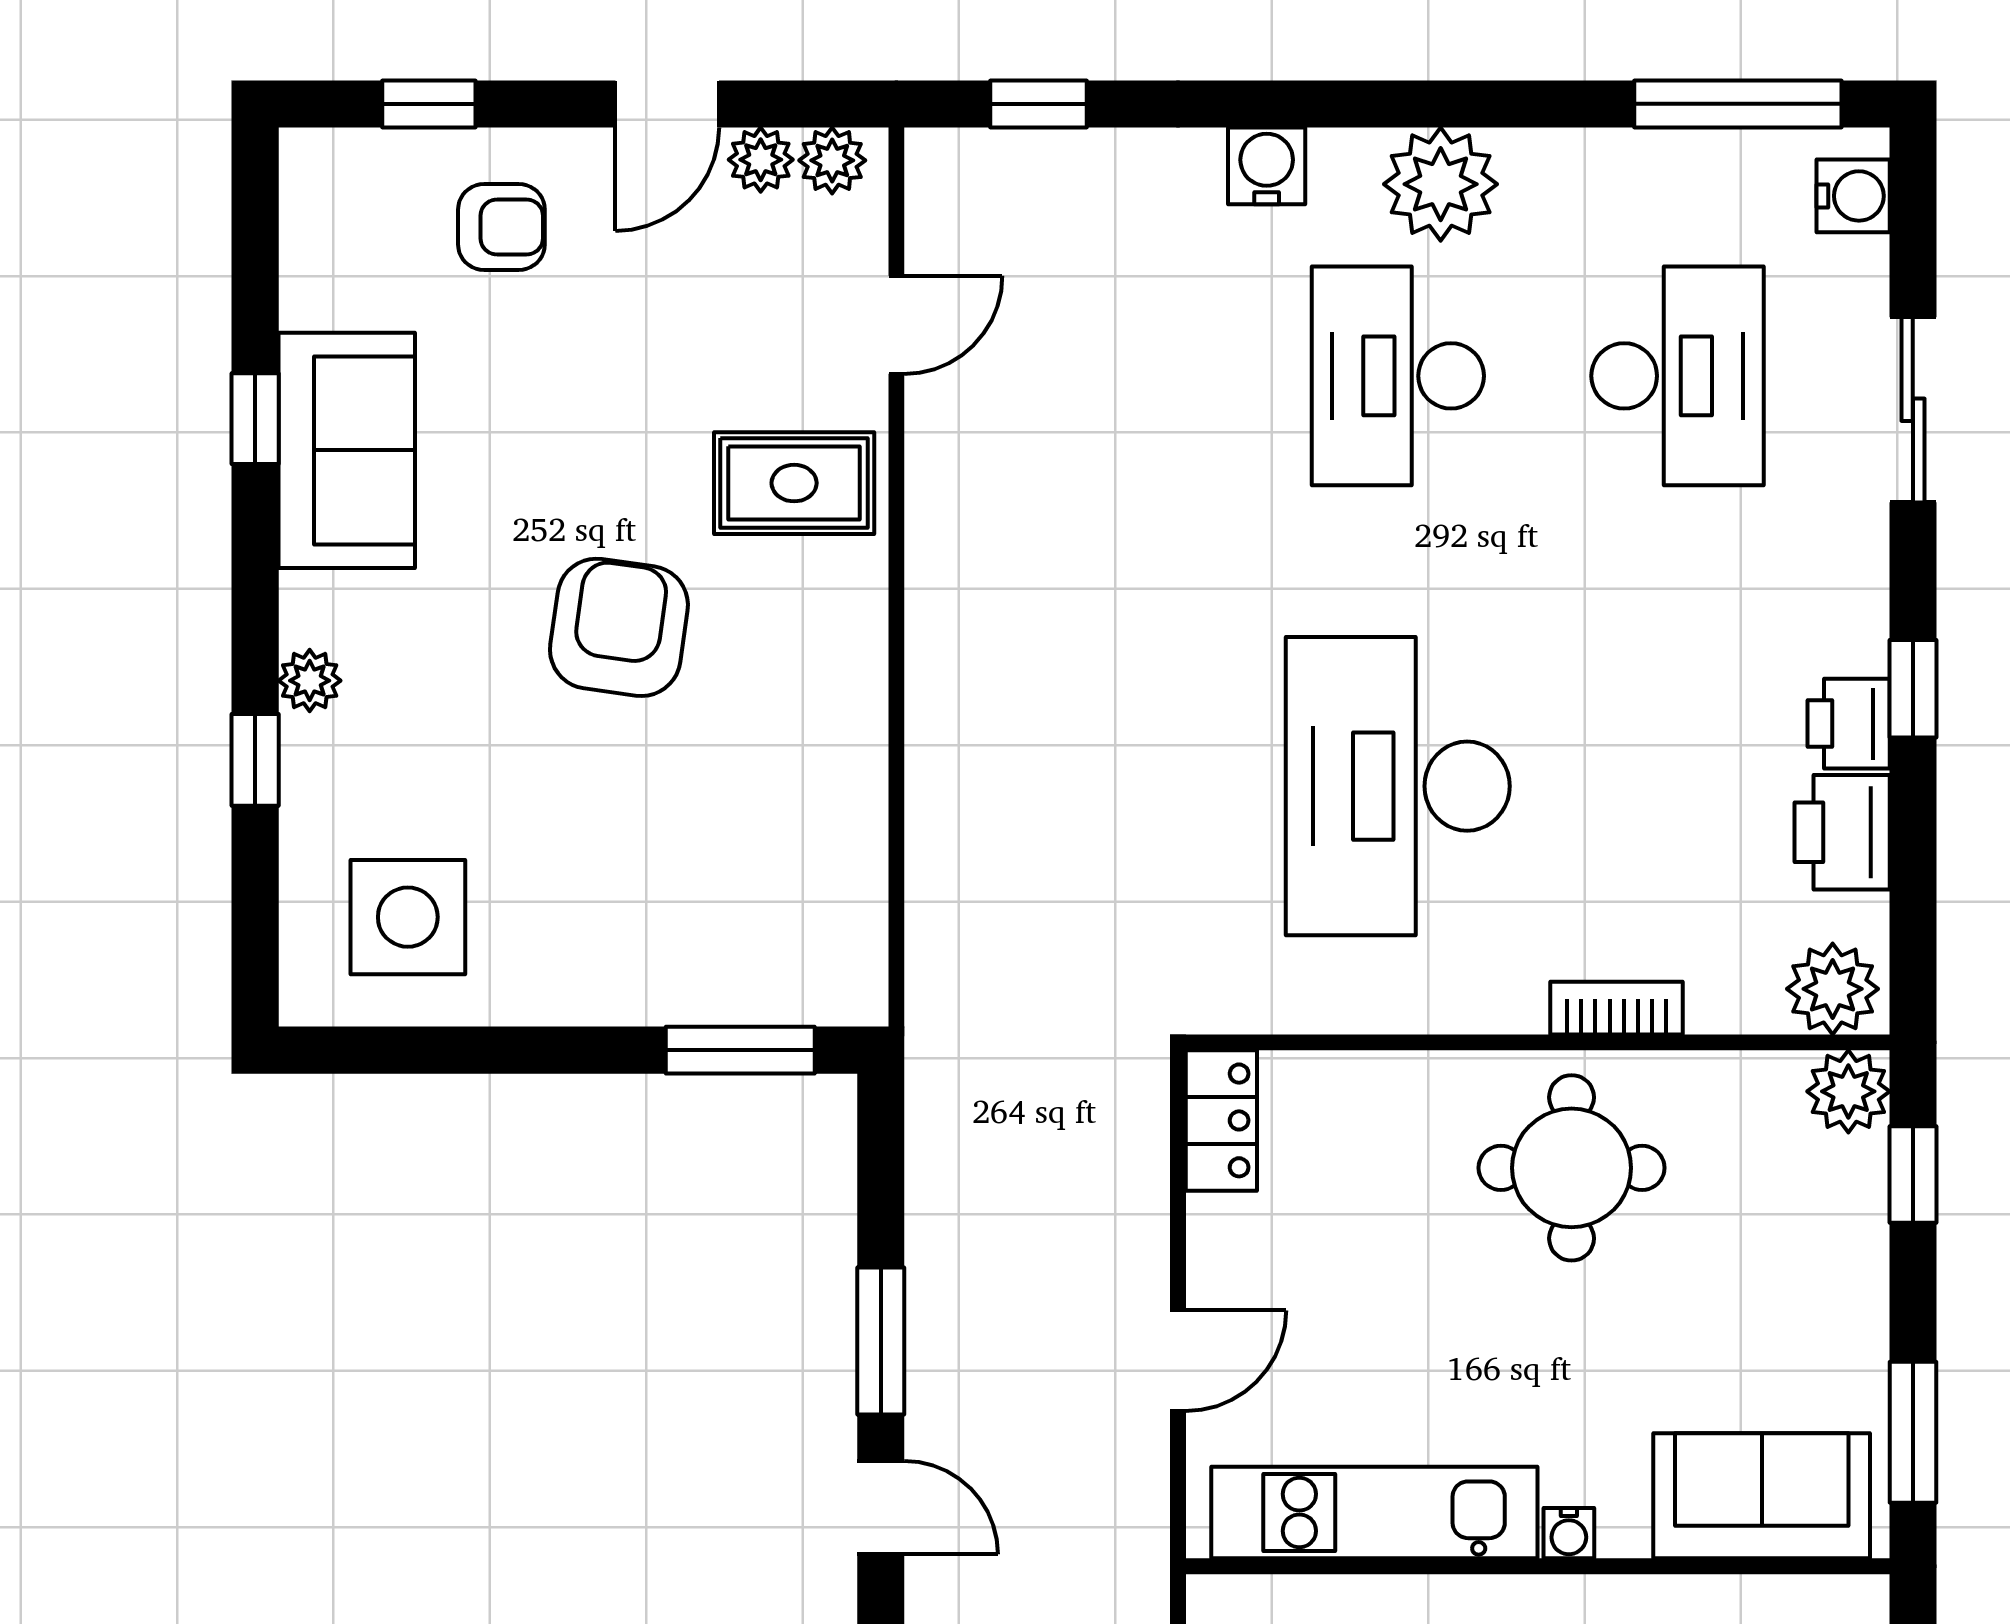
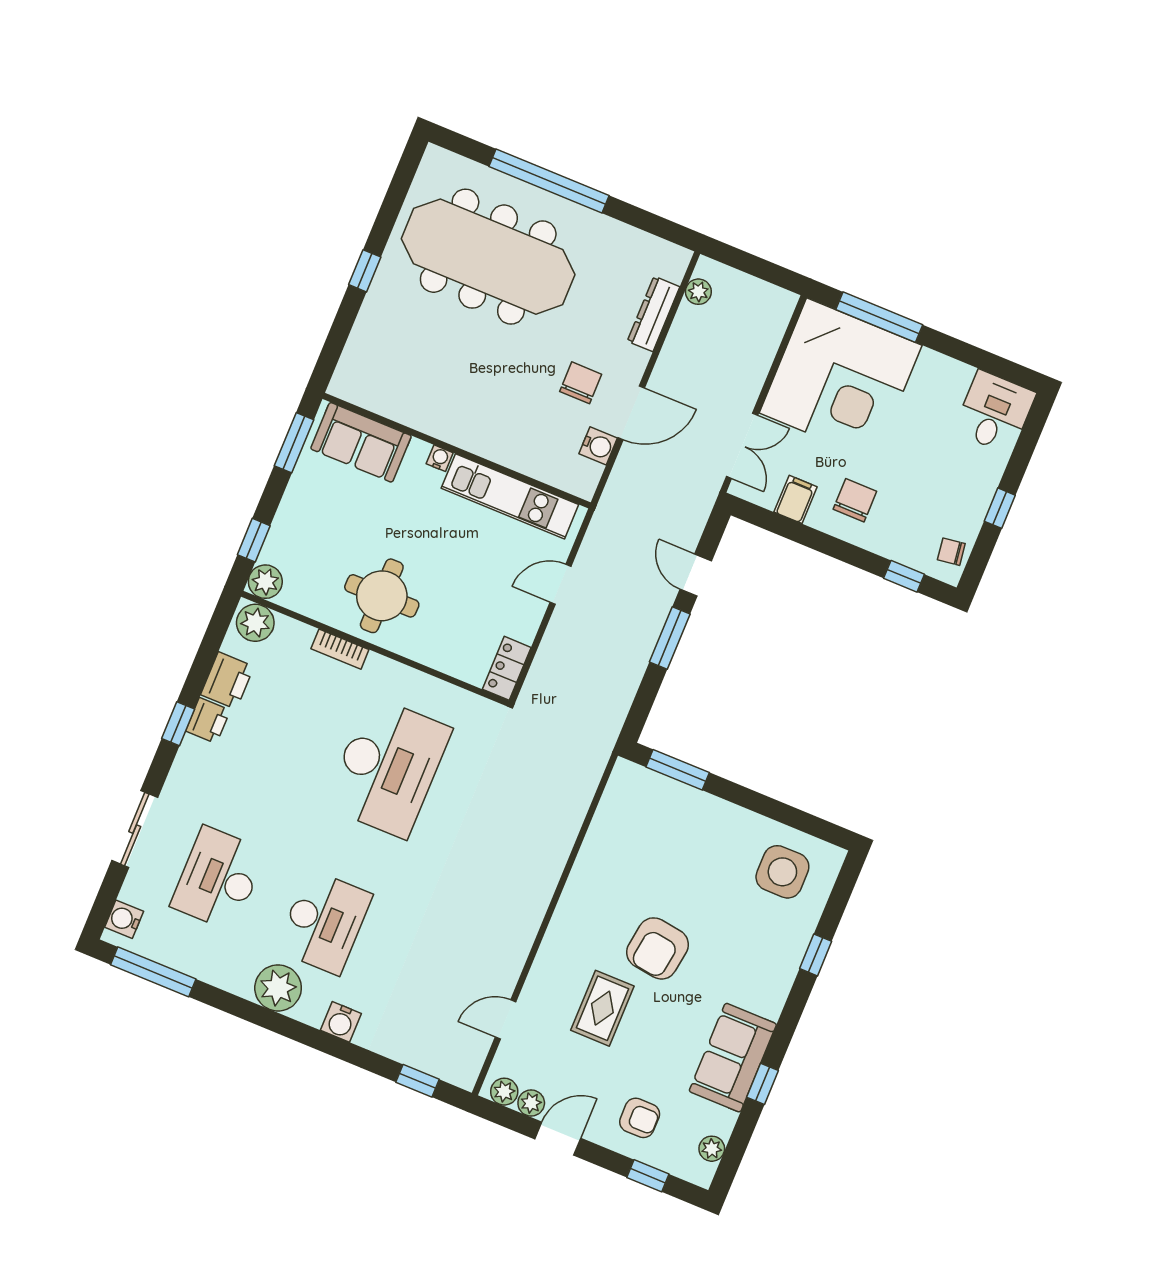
armchair: (501, 227) -> (640, 1118), turned 180
rug: (794, 483) -> (602, 1008), moved, turned 90
plant: (310, 681) -> (712, 1149), moved

